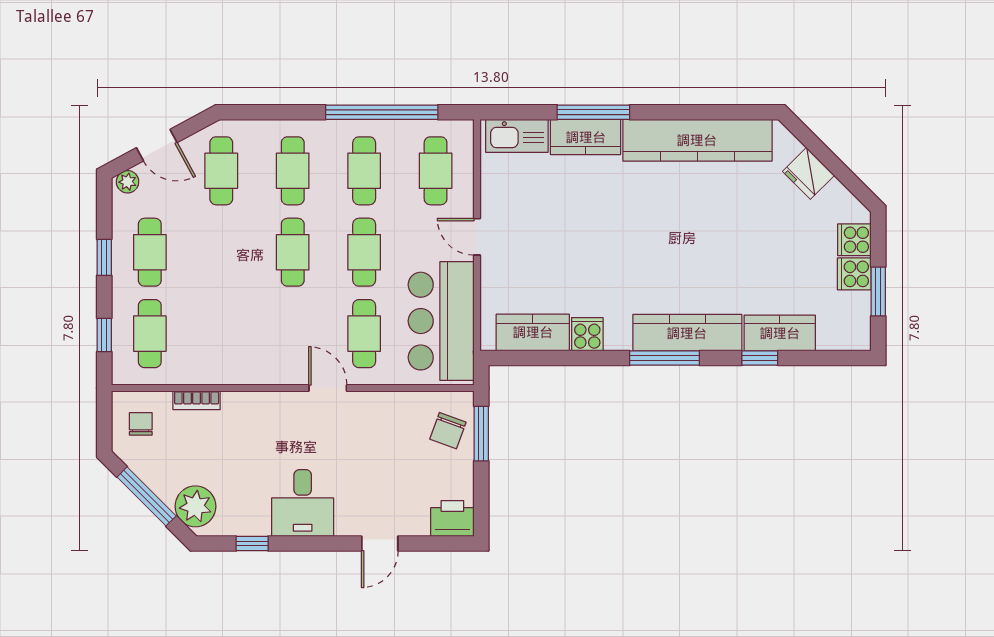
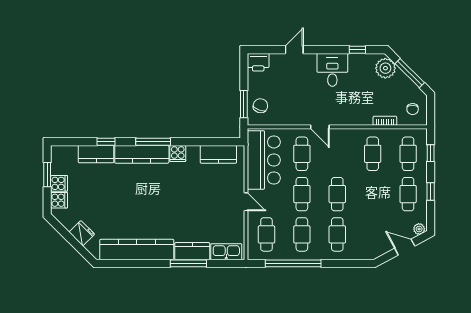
cafe table: (221, 171) -> (373, 154), moved
cooker: (587, 334) -> (178, 154), moved

